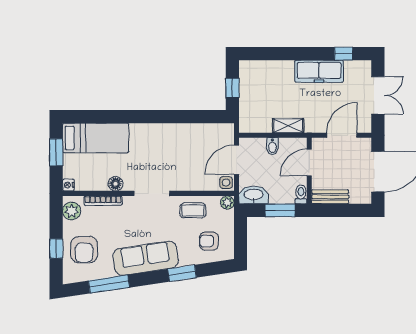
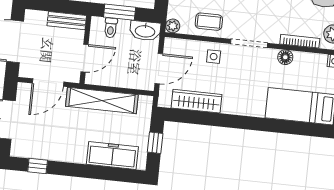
freezer: (319, 71) -> (112, 156), moved
shelving: (288, 126) -> (102, 100), width x2.20, depth x1.33
wardrobe: (197, 132) -> (196, 101), added
bidet: (272, 146) -> (120, 79), removed
side table: (226, 183) -> (214, 57), moved
toilet: (301, 194) -> (111, 28), moved

